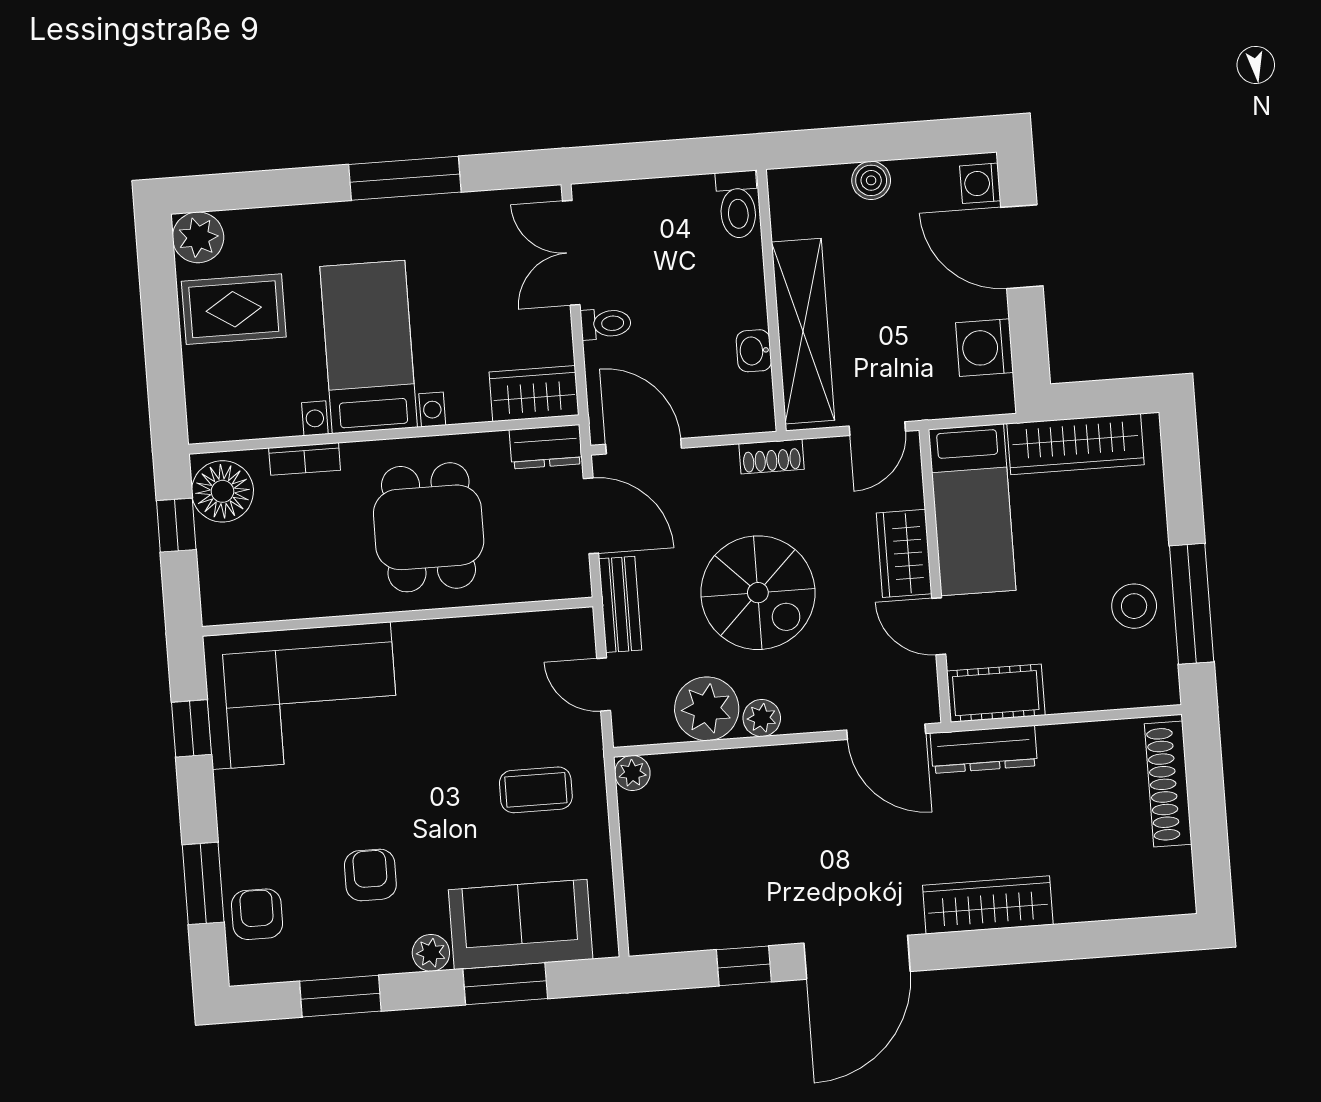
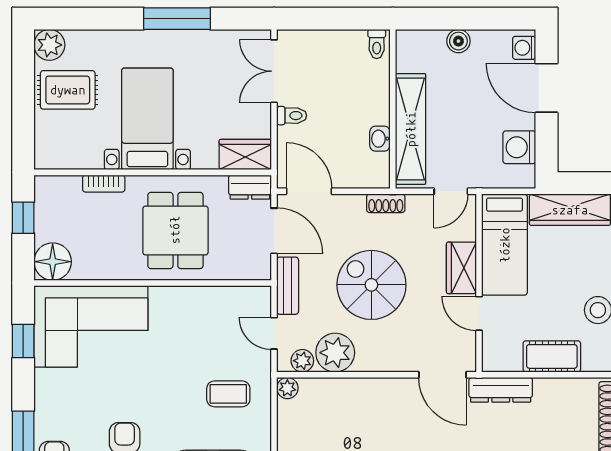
toilet: (738, 205) -> (377, 44), width x0.73, depth x0.72
floor lamp: (222, 491) -> (53, 262), moved
spiral stairs: (758, 593) -> (371, 285), turned 180
cot: (996, 693) -> (552, 356), moved
plant: (762, 718) -> (302, 361), moved

